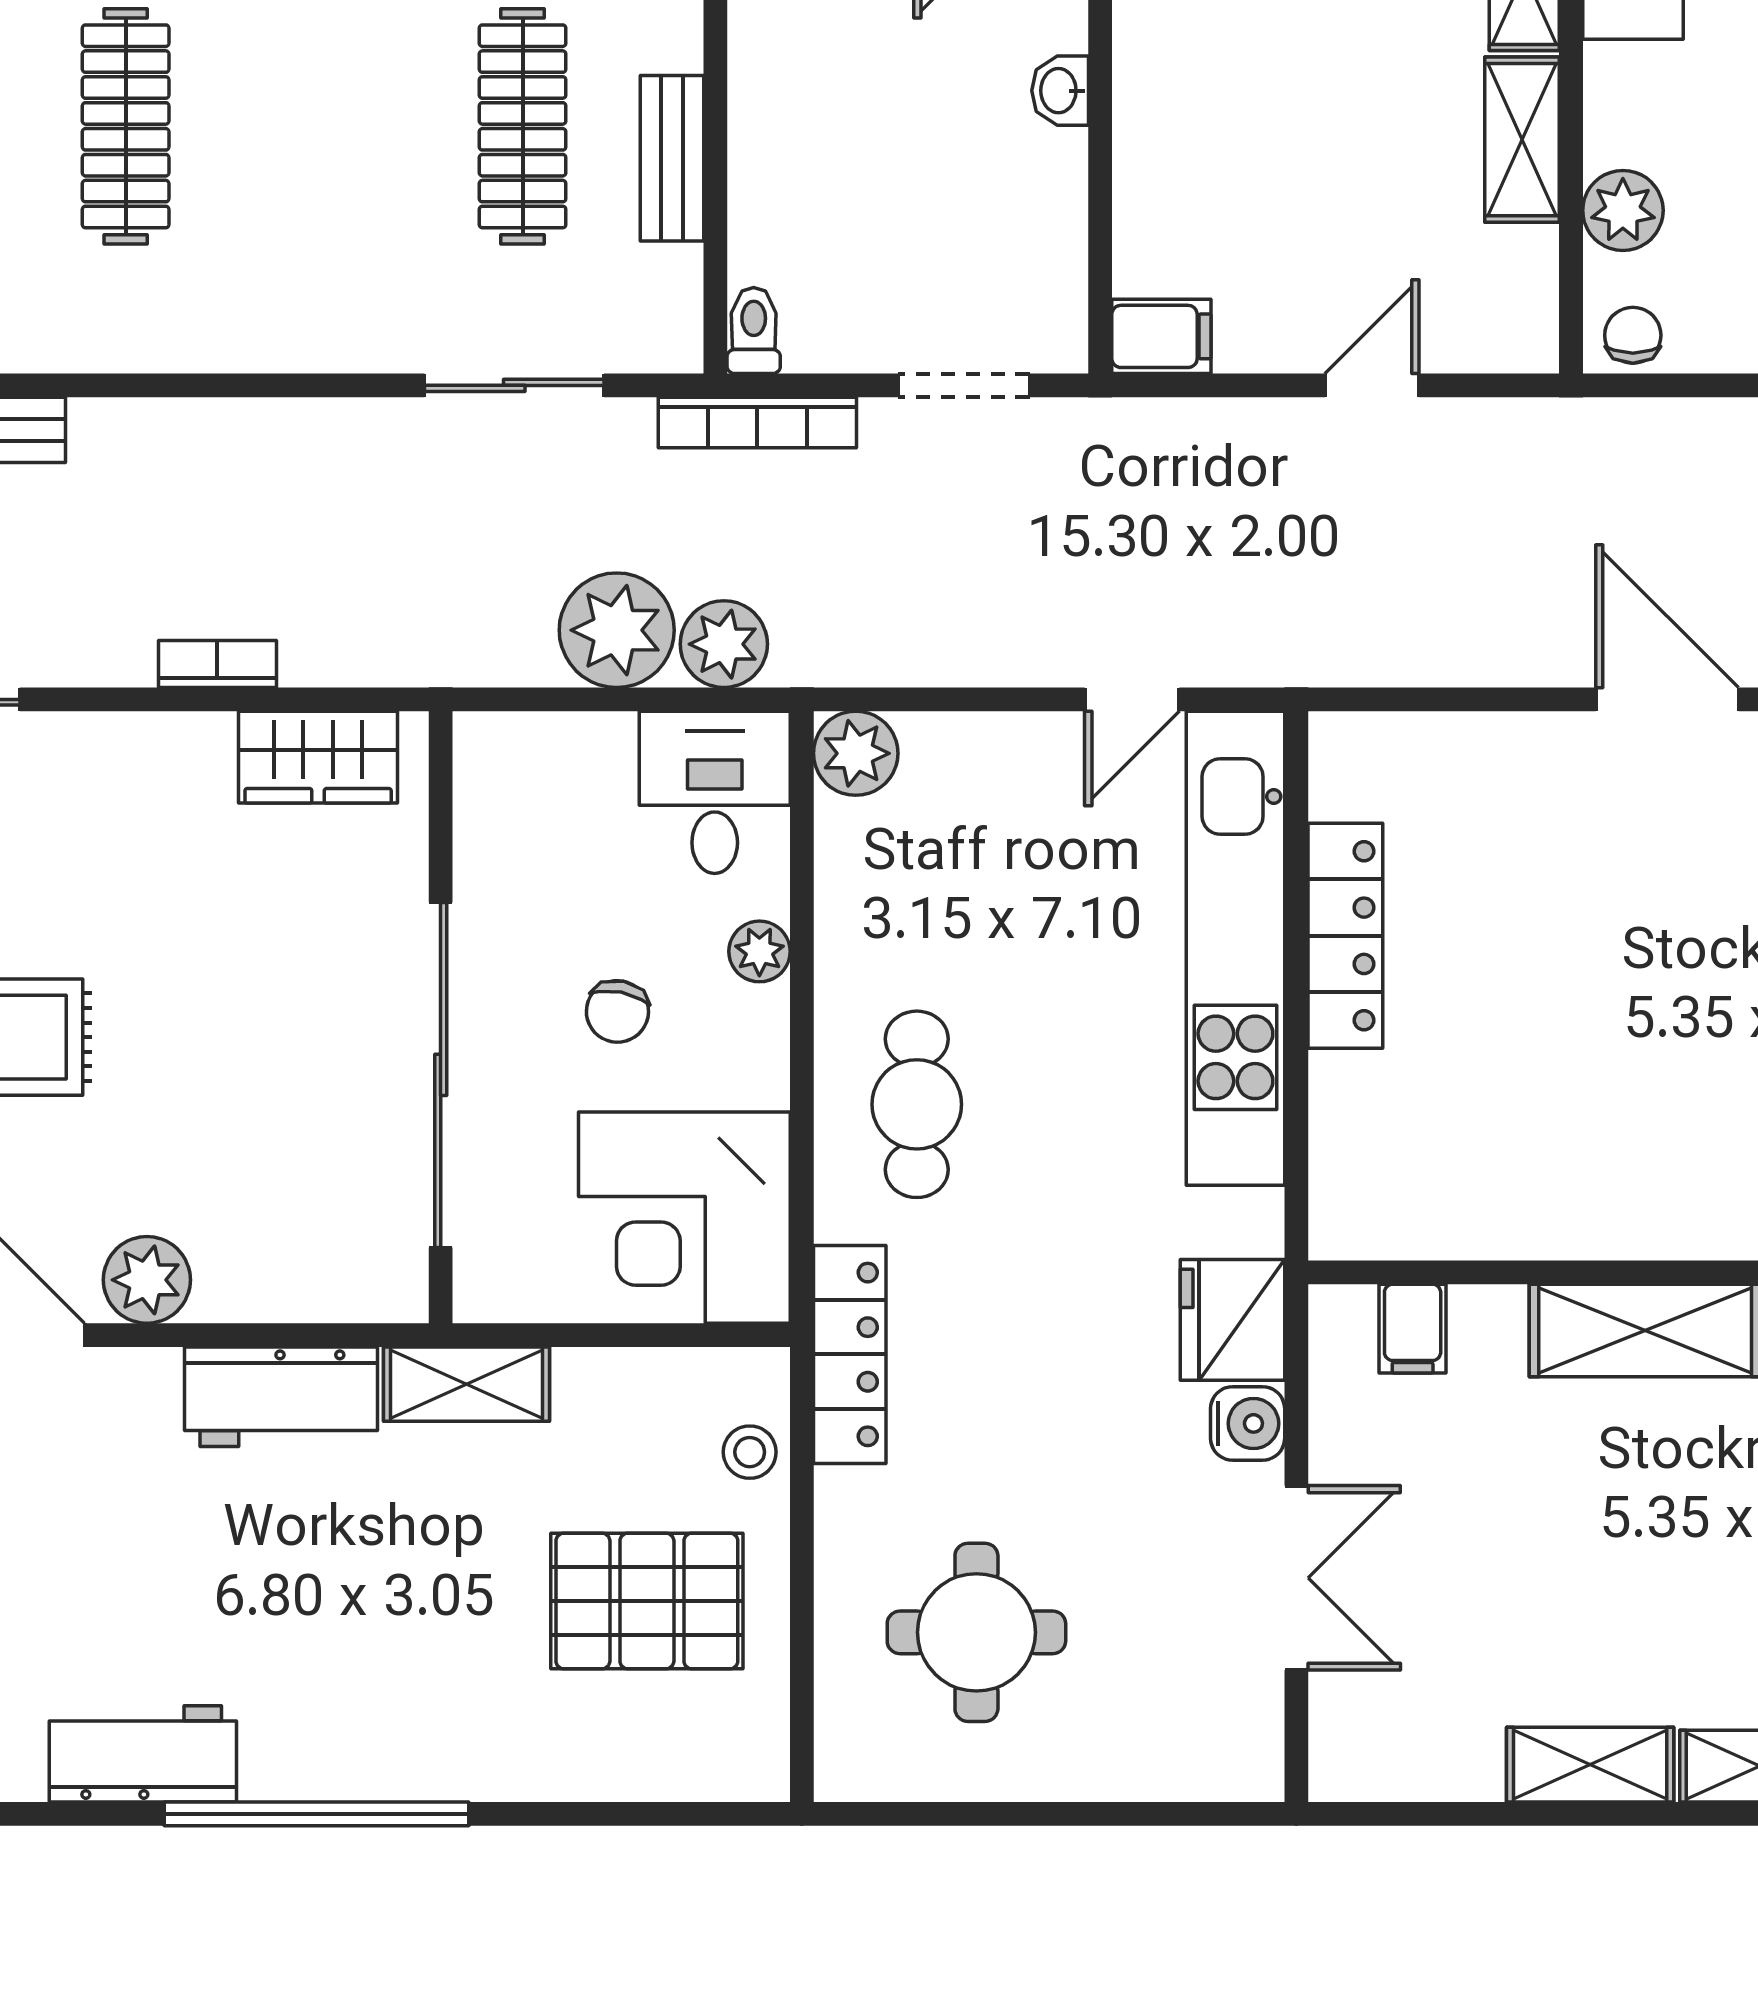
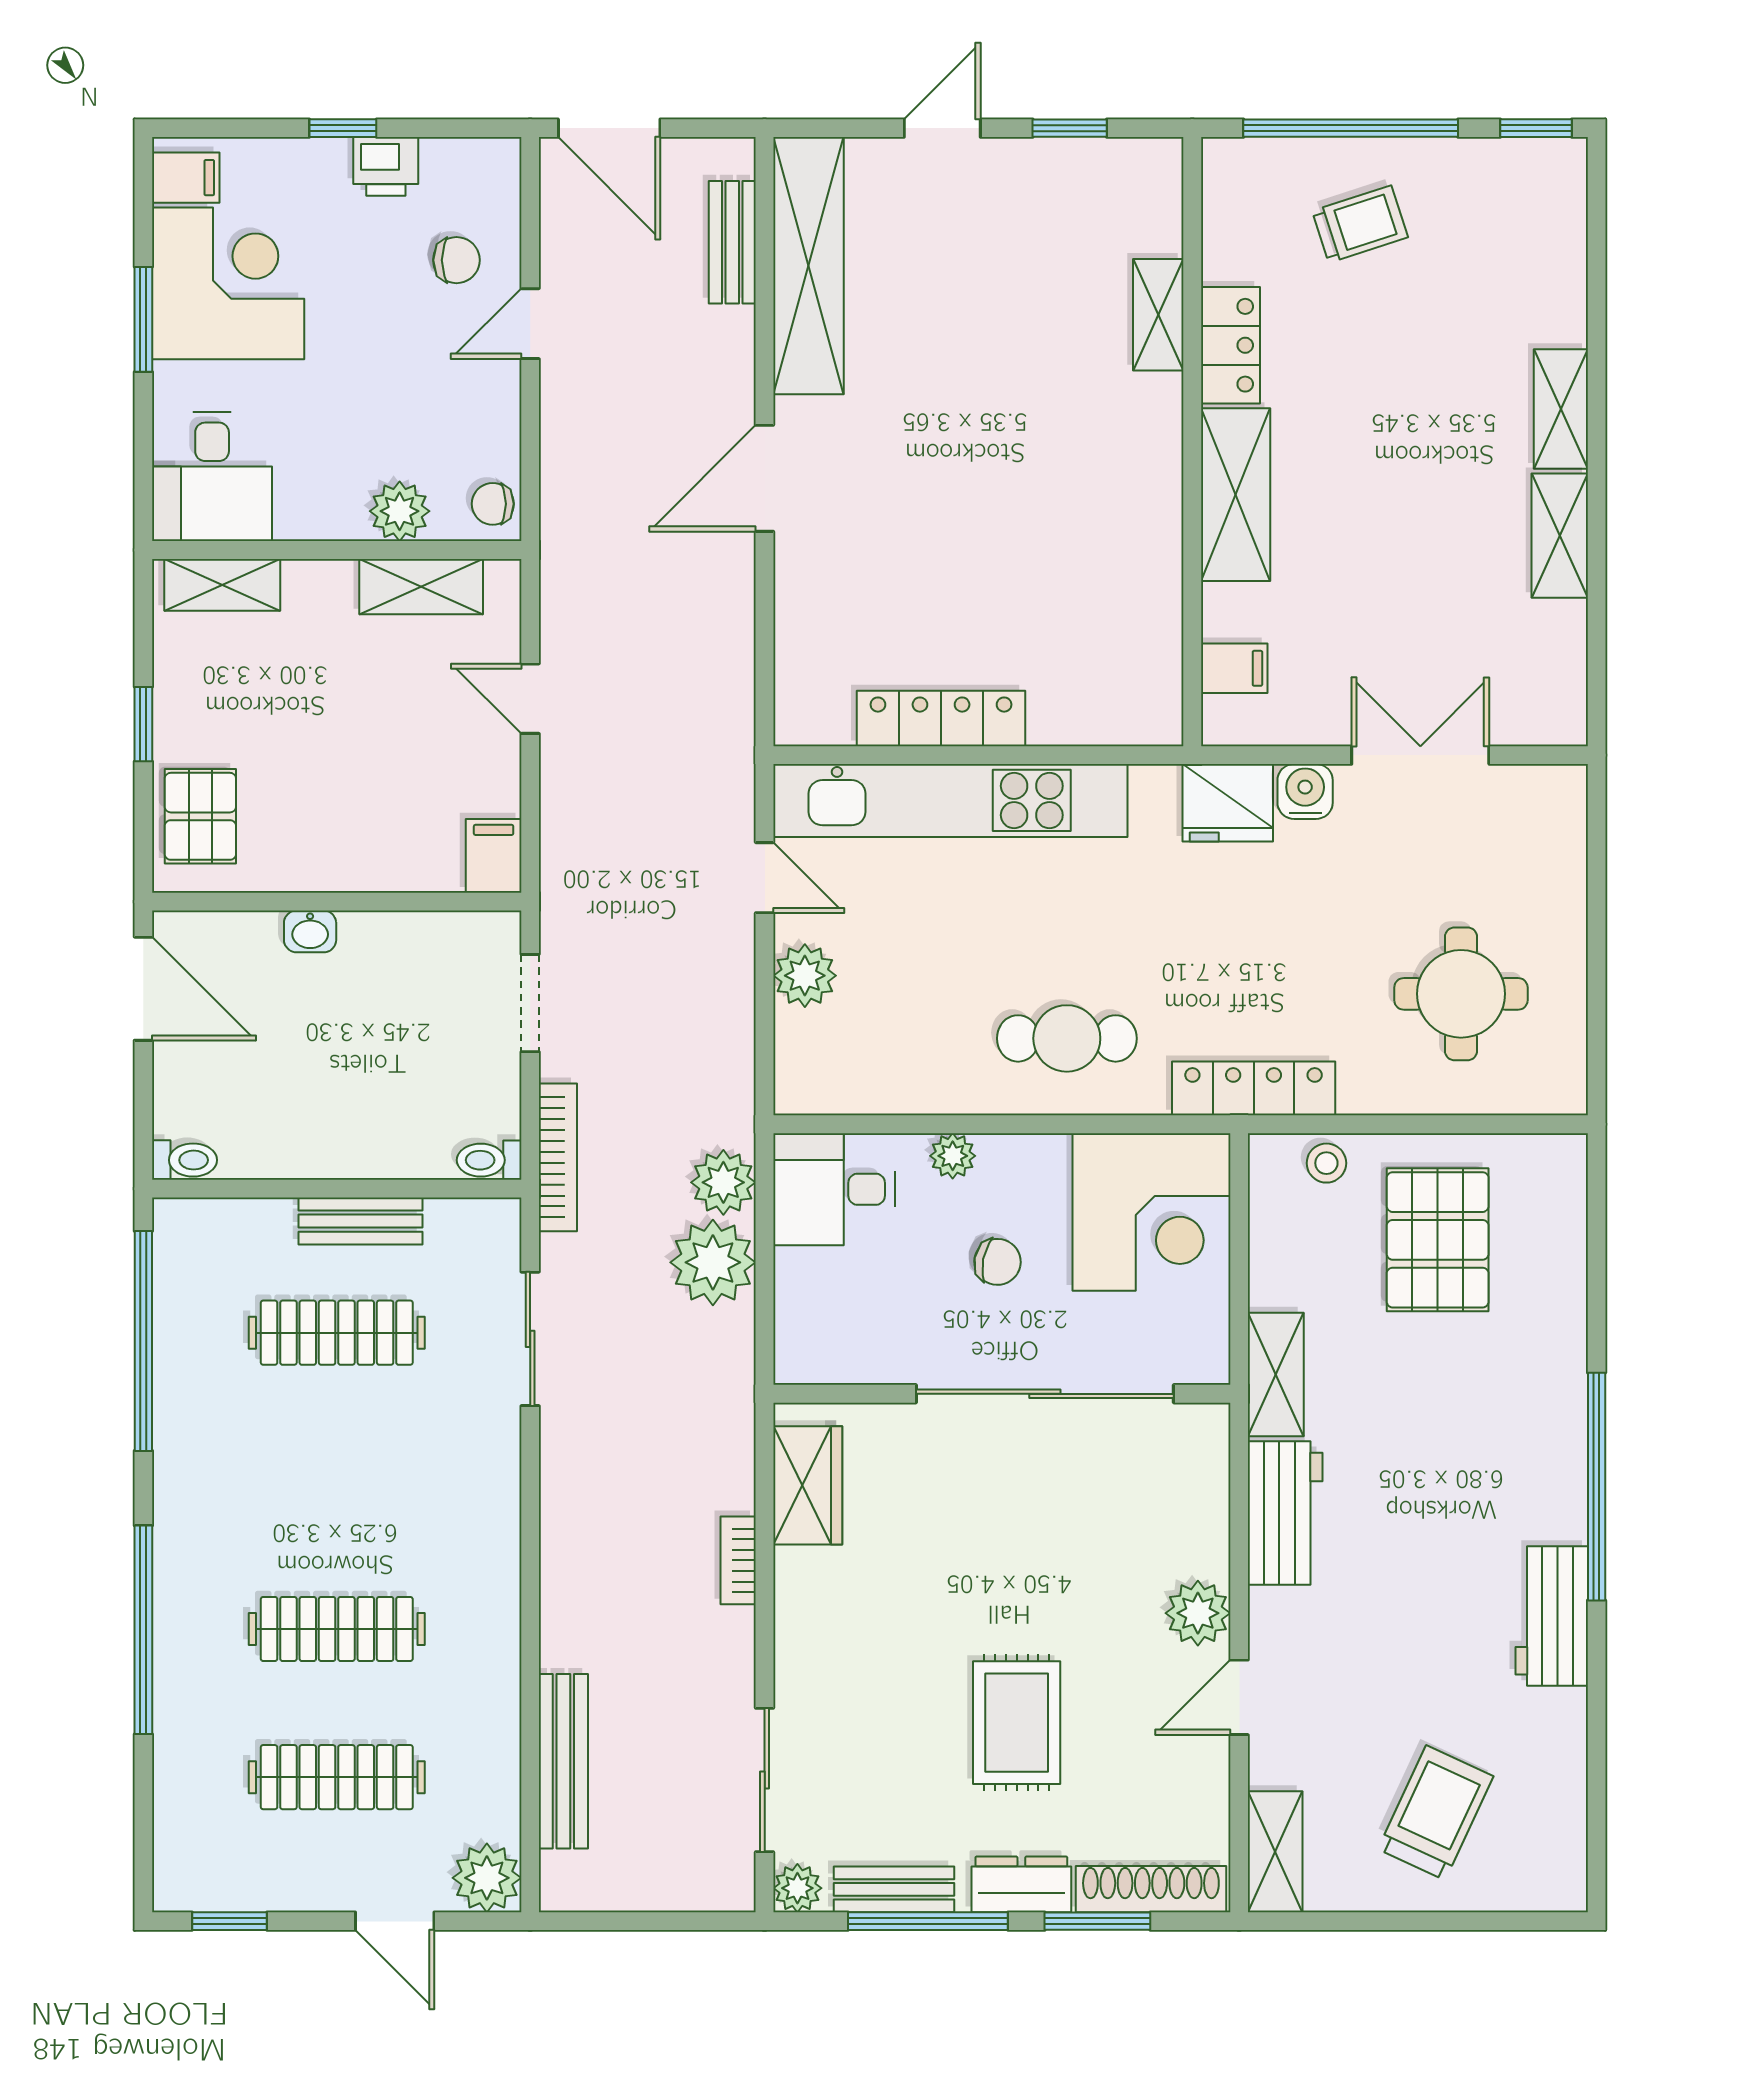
shelving: (1522, 140) -> (421, 587), moved
plant: (856, 753) -> (805, 976), moved

